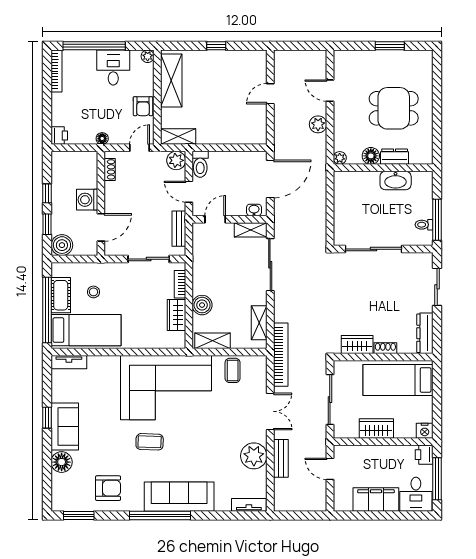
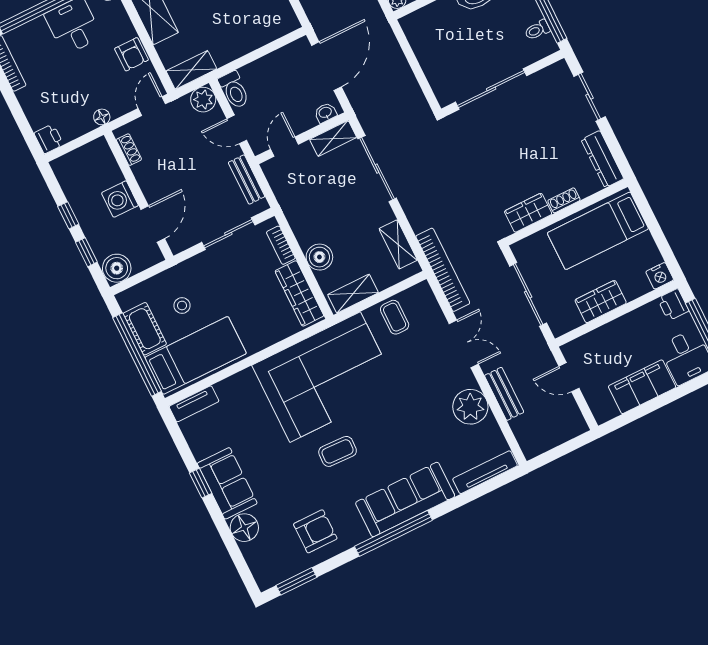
wardrobe: (176, 315) -> (299, 293), width x1.50
tv unit: (249, 505) -> (485, 472), width x1.41

